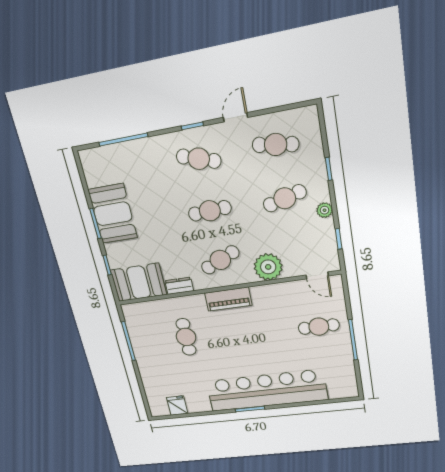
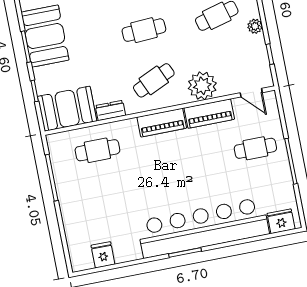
piano: (275, 293) -> (209, 114), added
cafe table: (186, 337) -> (97, 150), moved, turned 90
fridge: (340, 390) -> (281, 221), added

